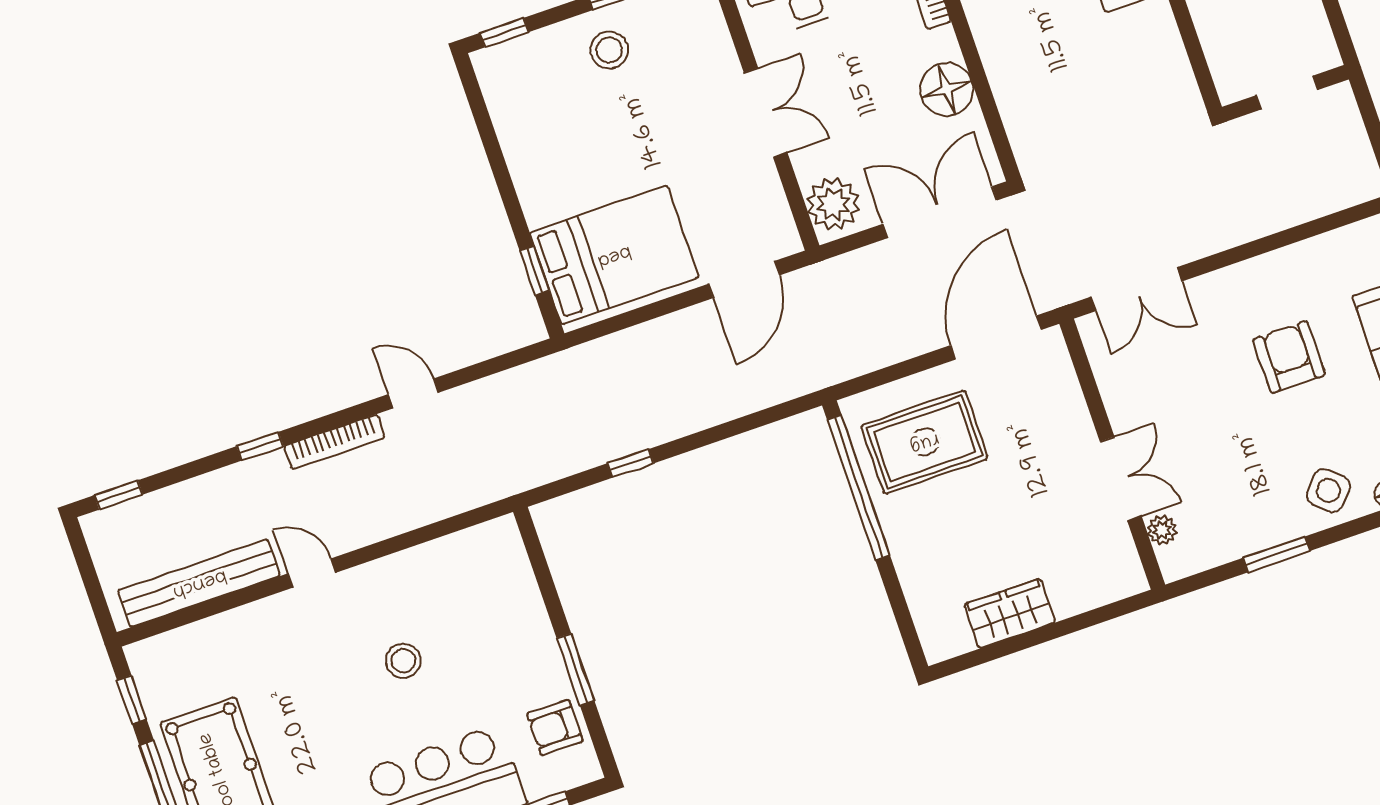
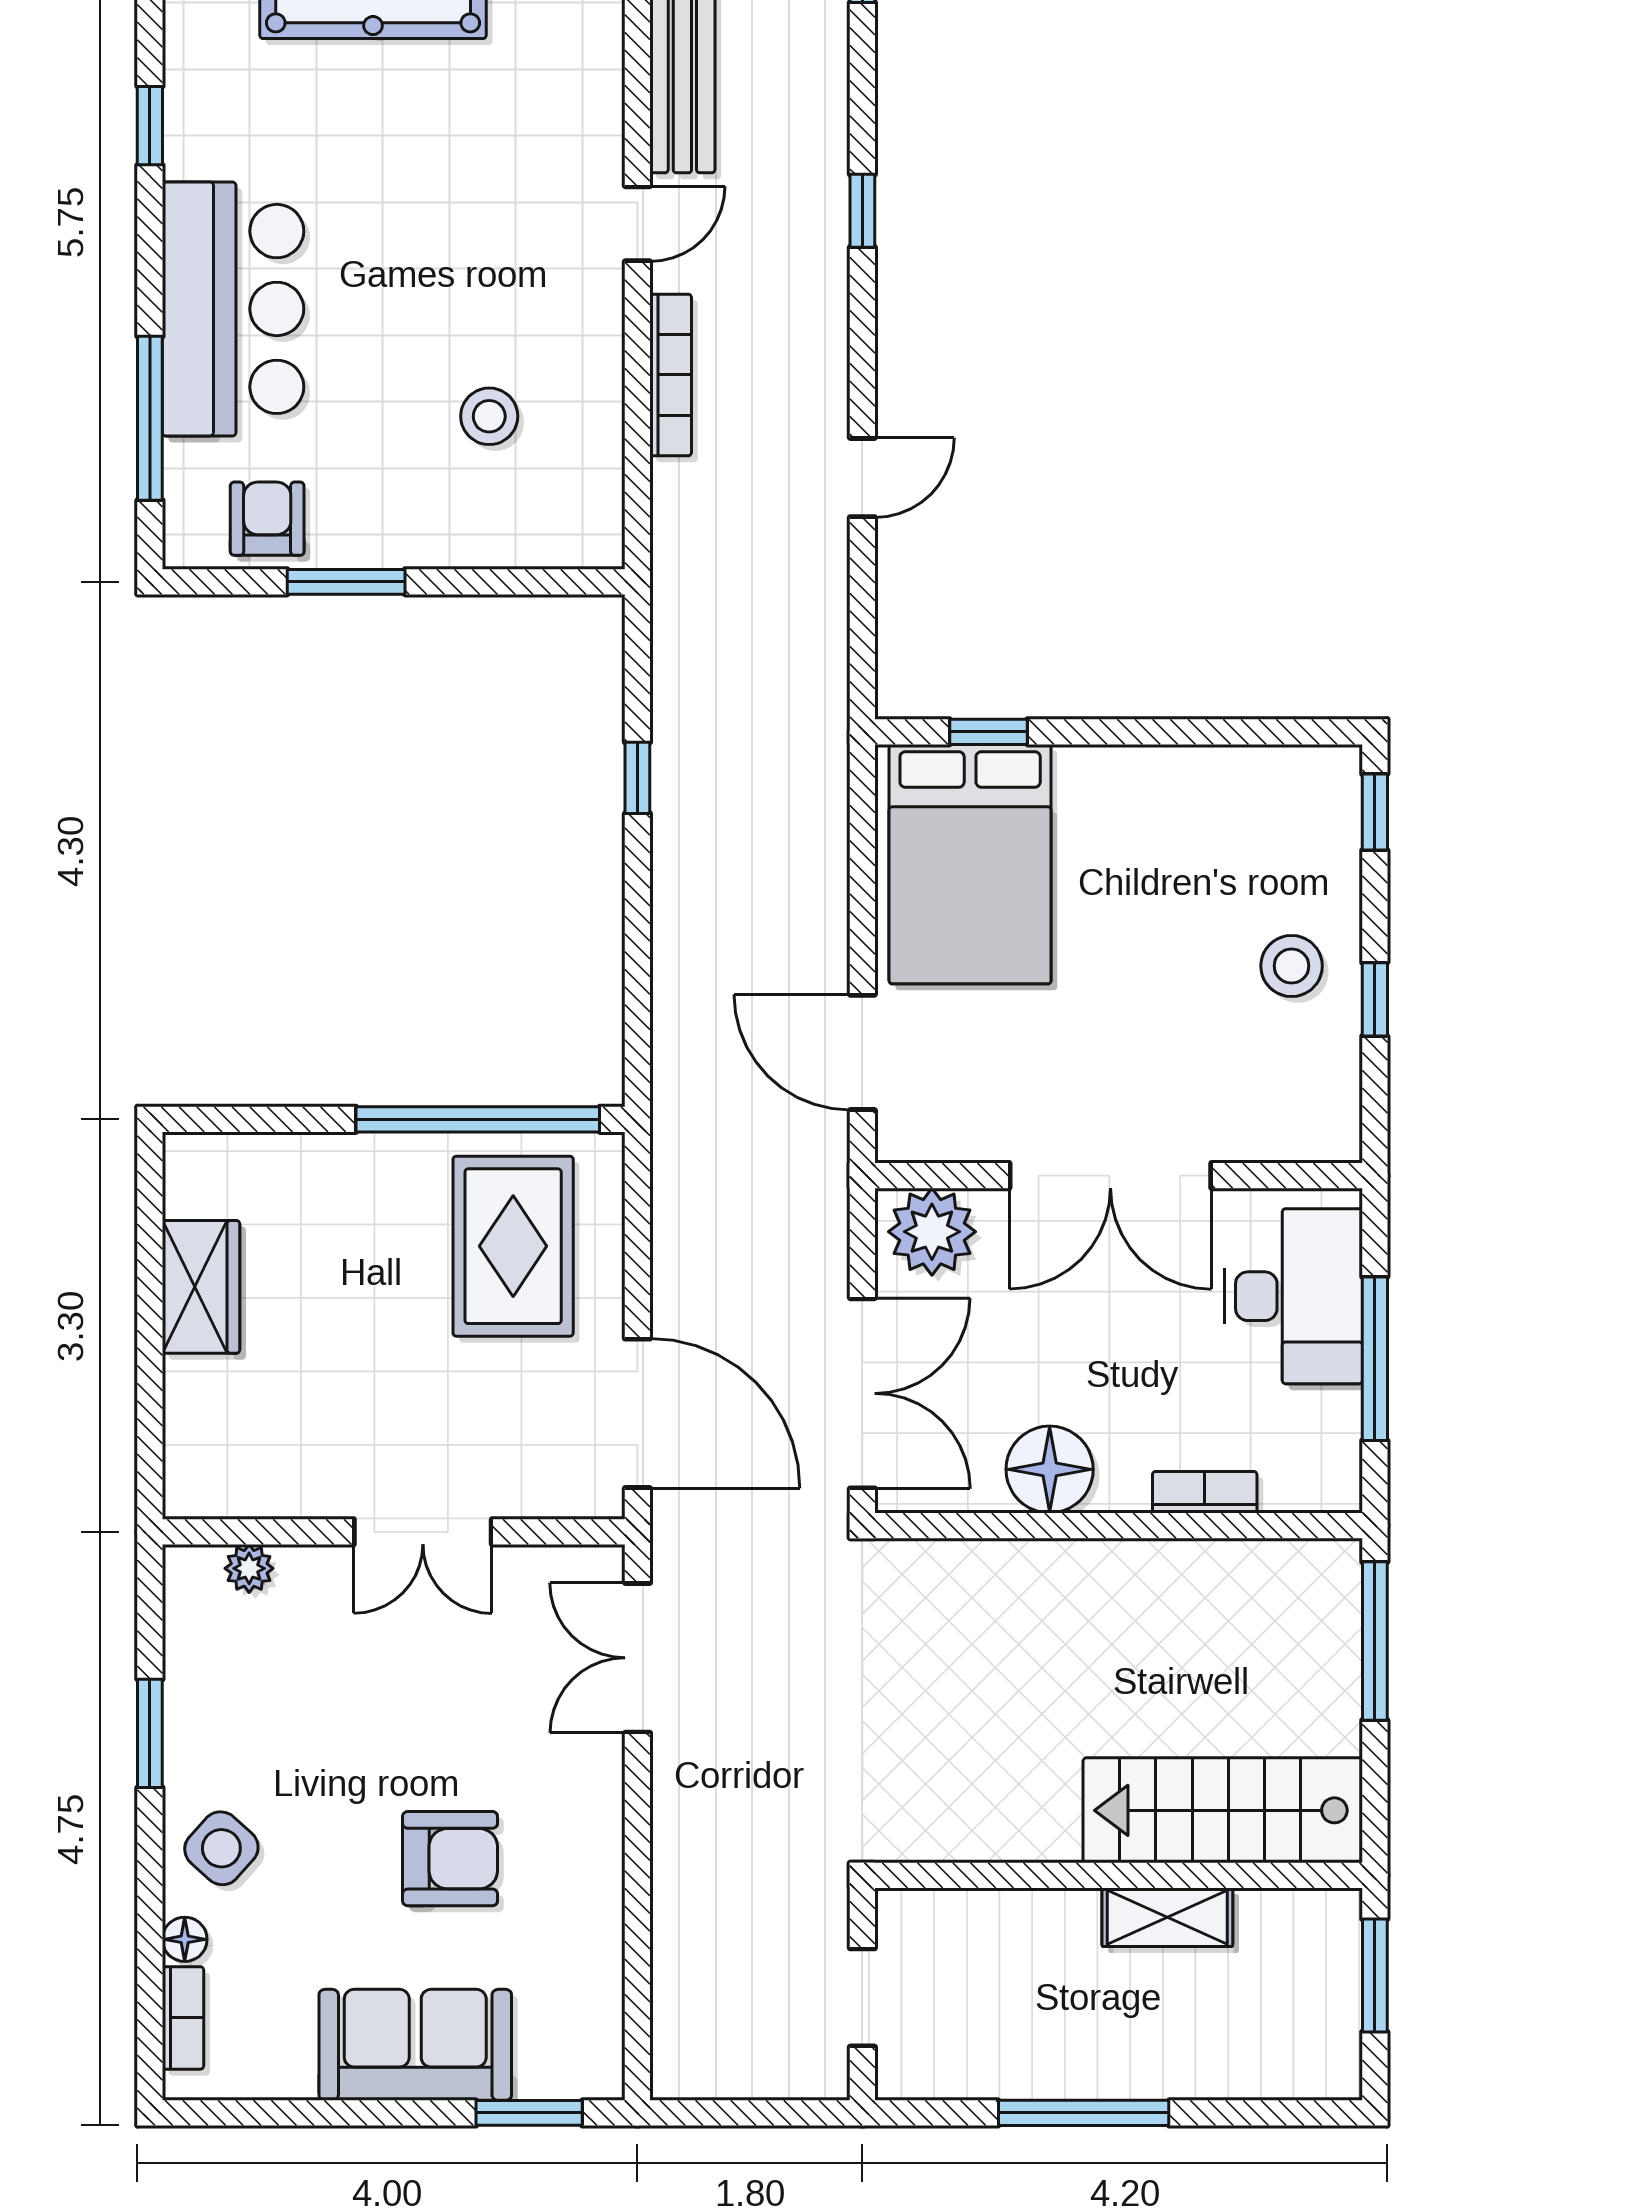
double door: (766, 113) -> (1110, 1176), width x1.37
bookcase: (334, 442) -> (671, 375), moved, turned 180
double door: (1121, 479) -> (423, 1532), moved
stool: (403, 661) -> (489, 416), moved

